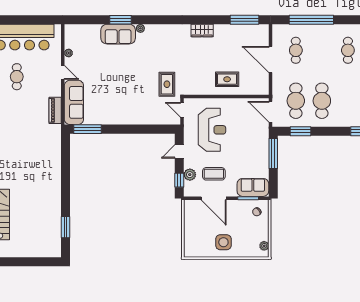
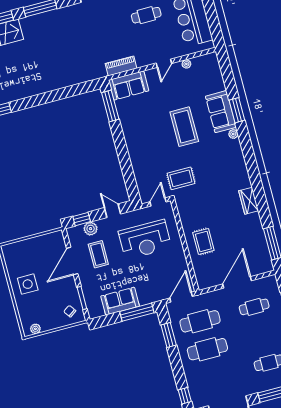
coffee table: (123, 69) -> (184, 127), added
sofa: (74, 102) -> (129, 85), width x0.73
sofa: (253, 187) -> (120, 301), moved, turned -90

